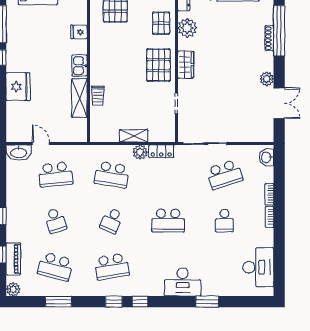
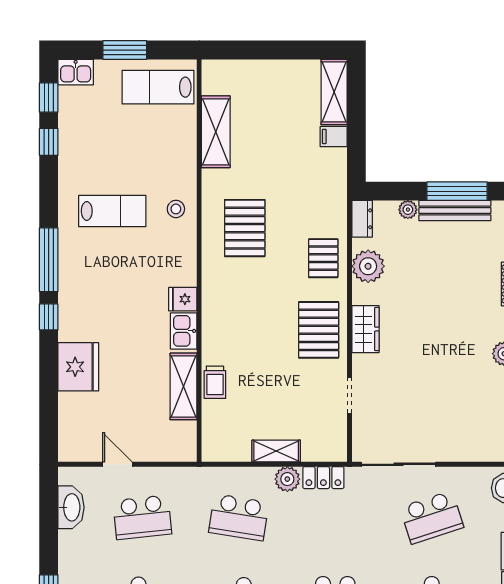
fridge: (79, 32) -> (183, 299), moved
washbasin: (19, 153) -> (71, 507), moved, turned -90

